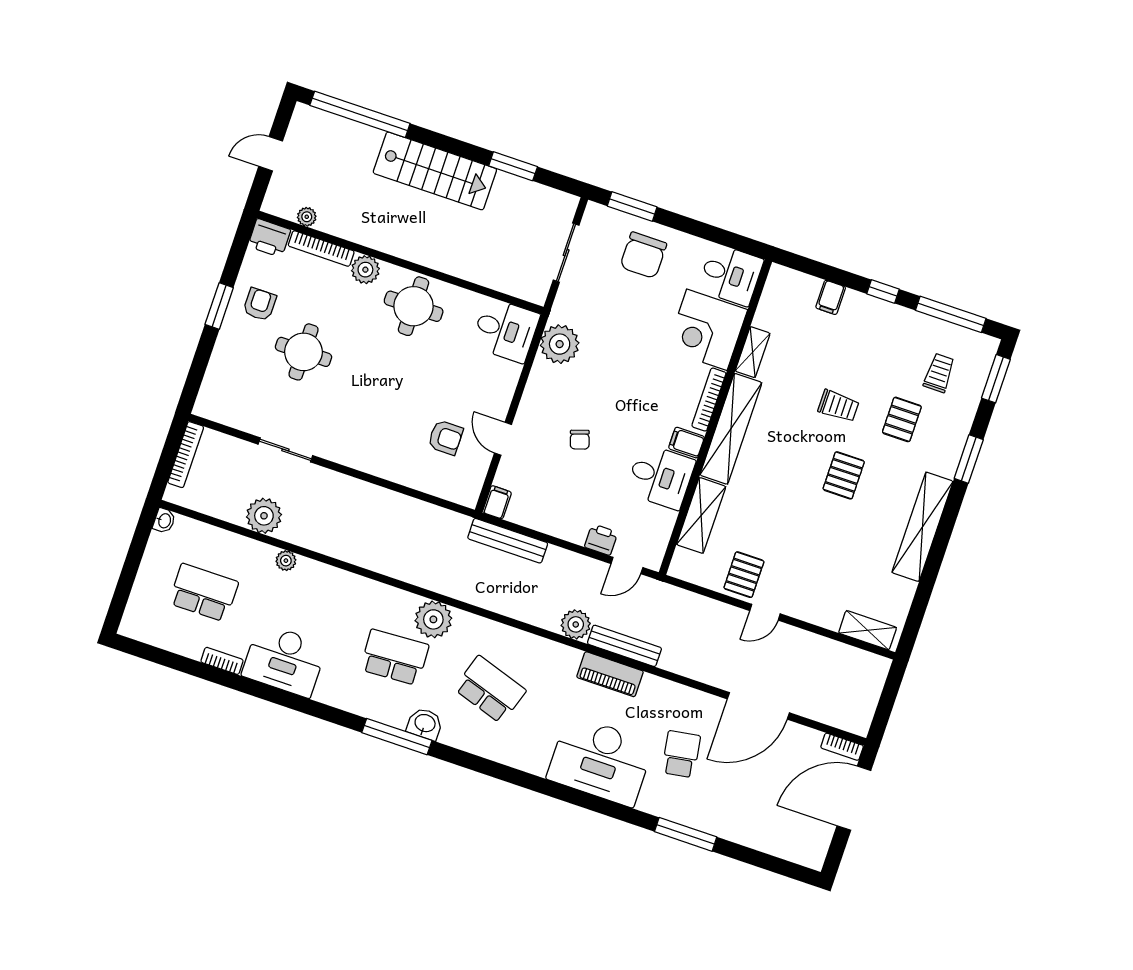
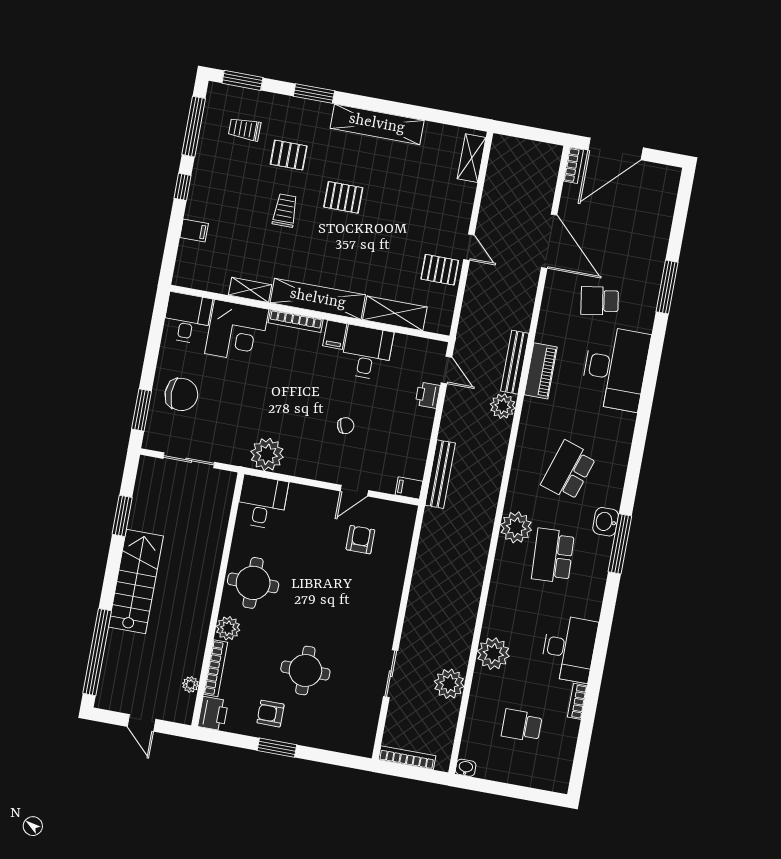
plant: (286, 561) -> (493, 654), width x1.88, depth x1.88
school desk: (204, 593) -> (522, 726), width x0.54
door: (854, 798) -> (616, 149), hinge flipped

